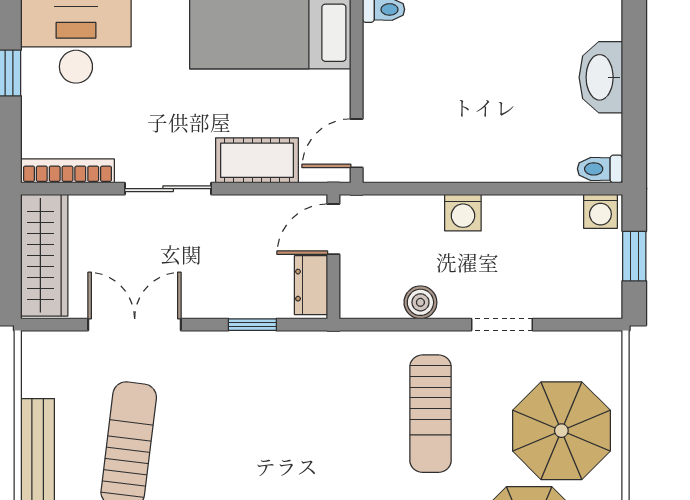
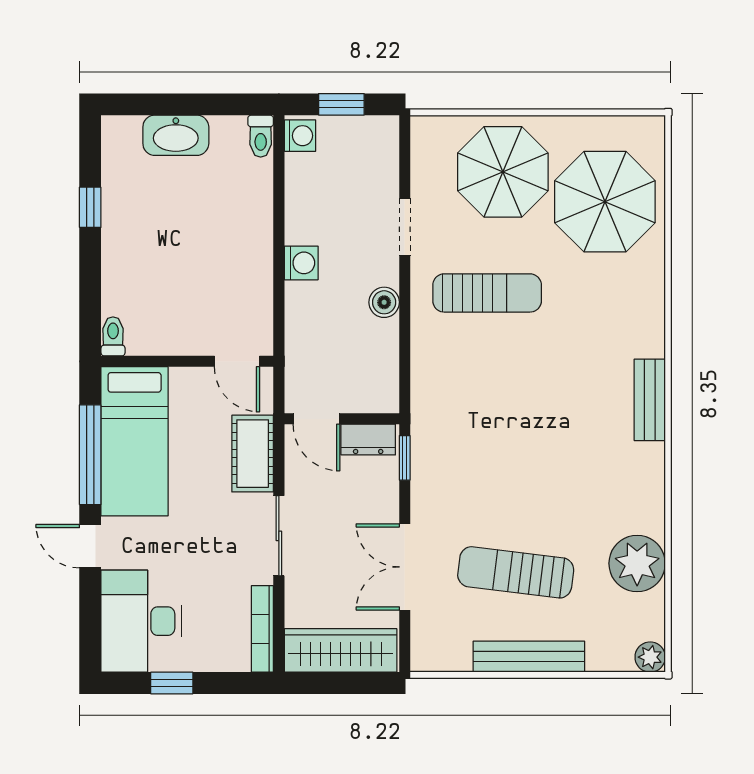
door: (333, 229) -> (316, 419), moved
wall: (333, 257) -> (342, 419), moved
dresser: (311, 285) -> (368, 440), moved

